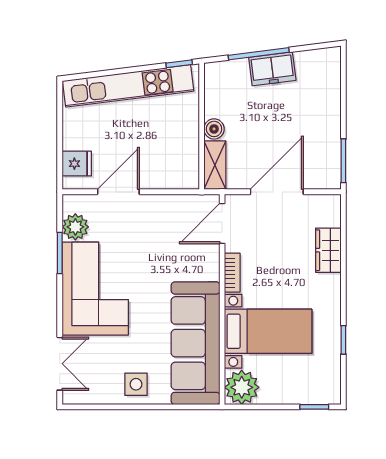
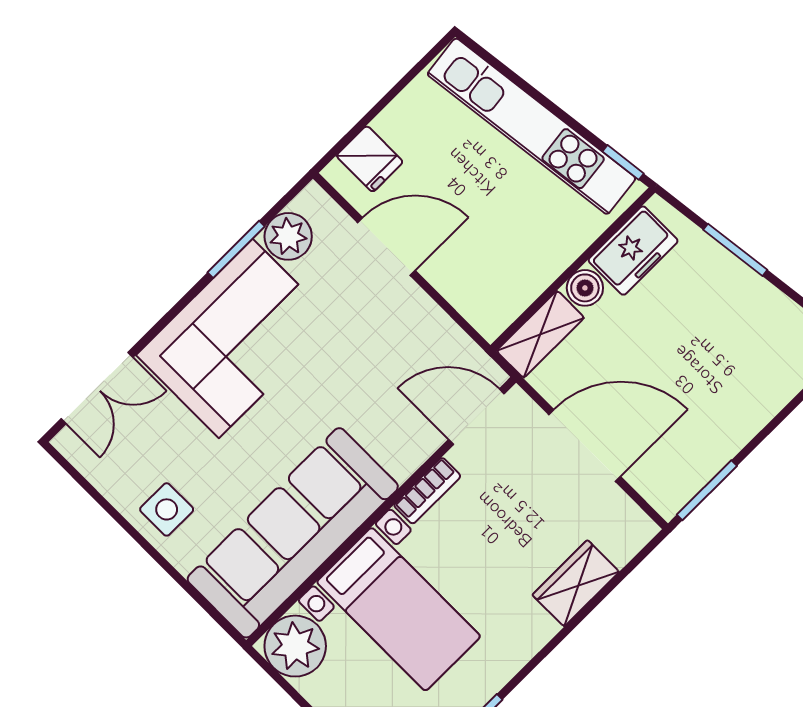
window: (259, 54) -> (735, 250), width x0.69
freezer: (272, 69) -> (633, 251), moved, turned -83

